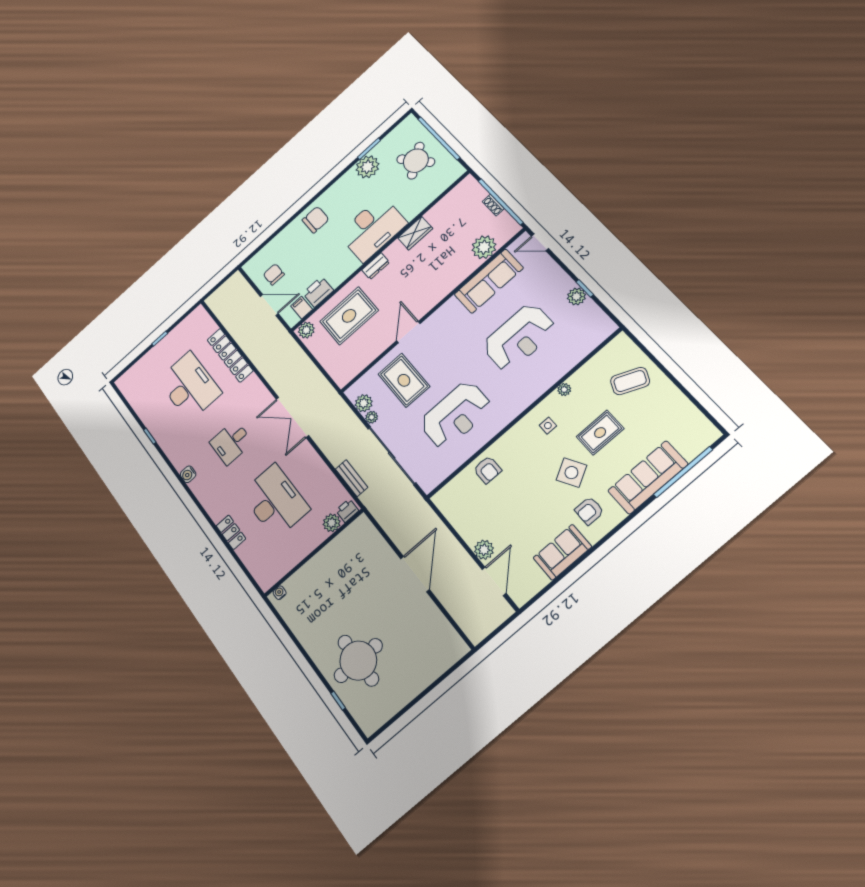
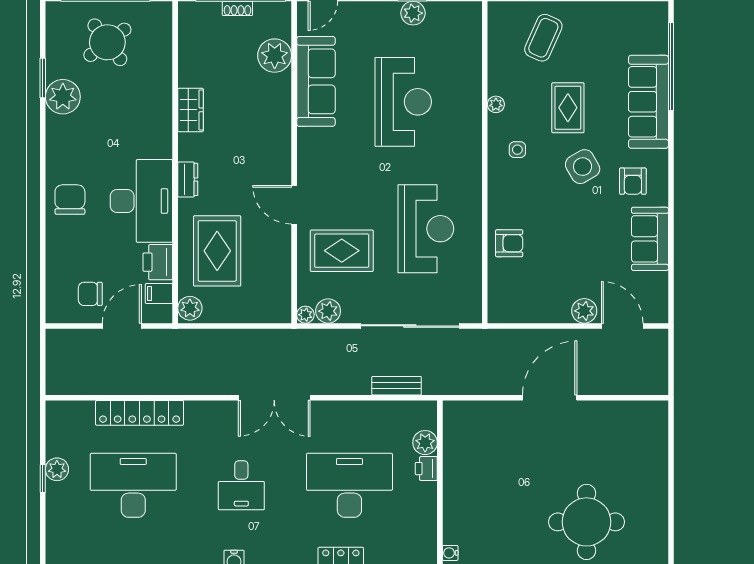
desk: (373, 229) -> (141, 201), moved
plant: (170, 341) -> (57, 469), added
plant: (372, 417) -> (305, 315), moved
printer: (347, 511) -> (426, 469), moved
door: (415, 574) -> (550, 398), hinge flipped

